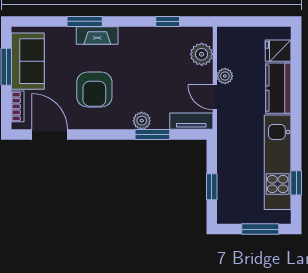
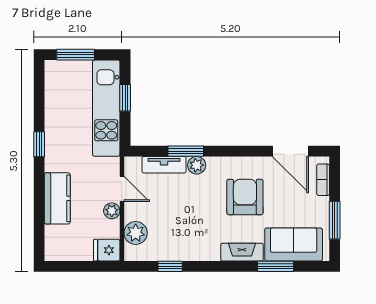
window: (85, 21) -> (276, 266), moved
fridge: (278, 51) -> (107, 250), moved, turned 180
sofa: (28, 61) -> (294, 244), moved, turned 90
tv unit: (191, 121) -> (164, 165), moved
kitchen unit: (278, 162) -> (106, 108), moved, turned 180
window: (296, 183) -> (39, 144), moved

